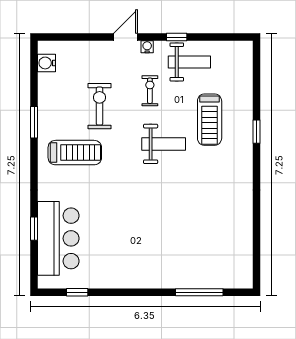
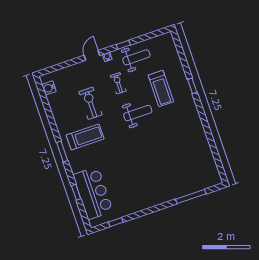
window: (34, 122) -> (62, 151), moved

